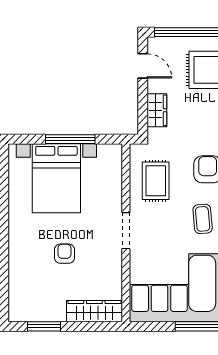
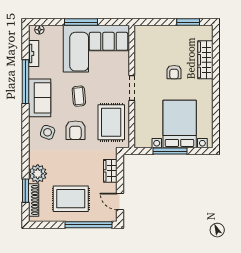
rug: (156, 181) -> (111, 122), width x1.36, depth x1.43
wardrobe: (94, 311) -> (205, 60), moved, turned 90

